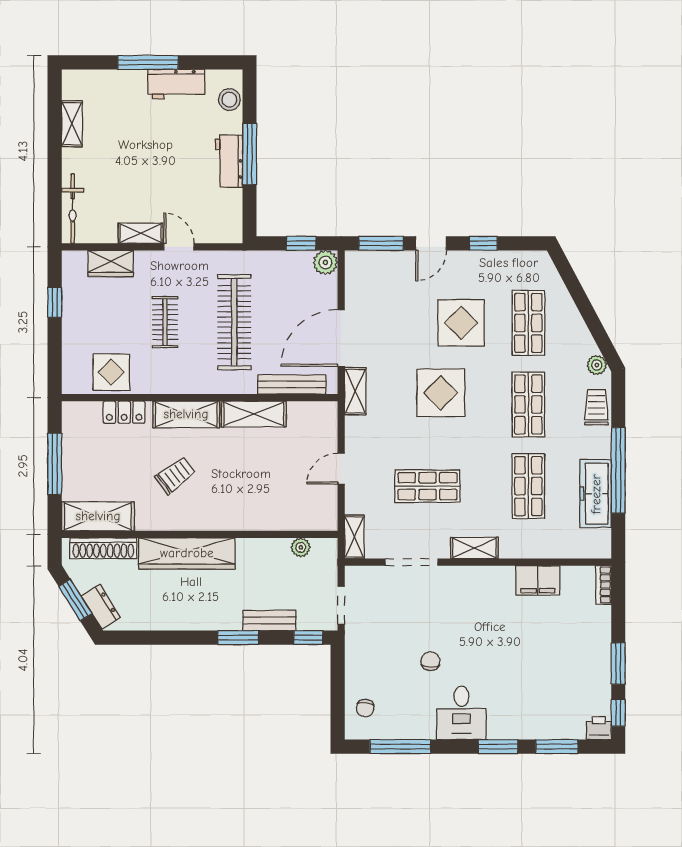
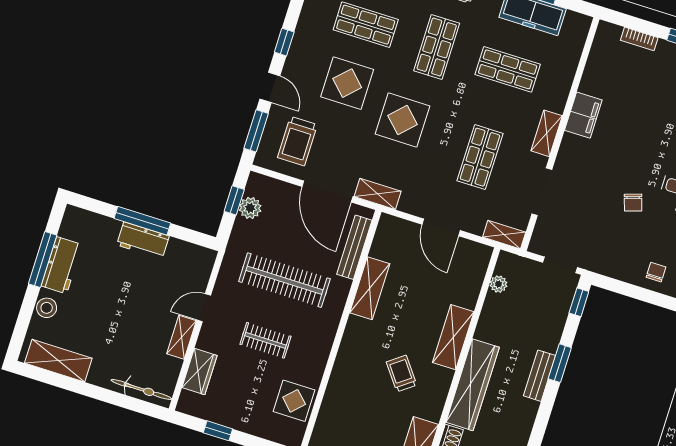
window: (148, 62) -> (43, 260), moved
stool: (229, 100) -> (47, 308), moved
shelving: (72, 124) -> (58, 361), width x1.50, depth x1.33
plant: (325, 262) -> (250, 208), moved
trolley: (384, 290) -> (297, 141), added
shop shelf: (528, 404) -> (437, 47), turned 90
locker: (124, 412) -> (333, 401), removed
shelving: (186, 414) -> (453, 337), moved
door: (341, 469) -> (441, 227), width x1.38
filing cabinet: (538, 580) -> (583, 115), moved
bookcase: (604, 585) -> (639, 39), moved
bench: (269, 620) -> (539, 376), moved
chair: (430, 661) -> (633, 203), turned -108
chair: (365, 708) -> (656, 272), turned -95

